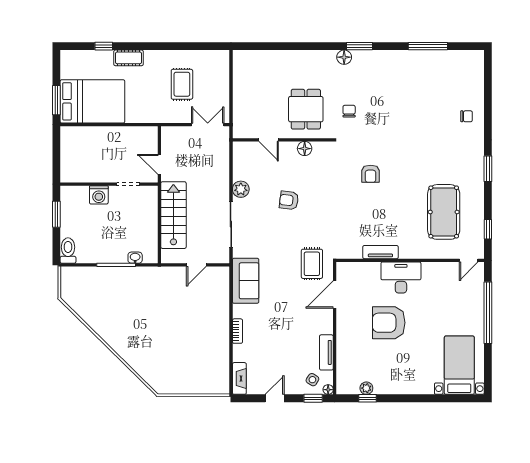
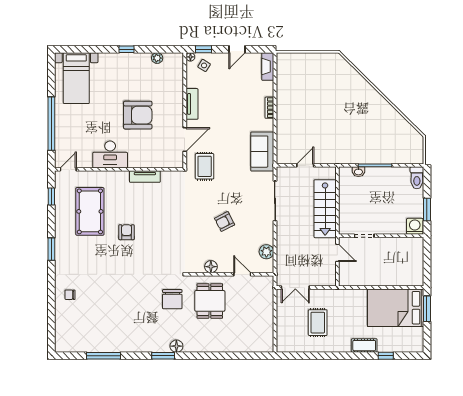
chair: (349, 111) -> (172, 299), width x1.87, depth x1.87
armchair: (371, 174) -> (127, 232), moved
plant: (241, 189) -> (266, 252), moved
washing machine: (99, 195) -> (415, 226), moved
armchair: (289, 200) -> (225, 222), turned 146
desk: (401, 277) -> (110, 154), moved
tv unit: (326, 352) -> (192, 104), moved
window: (368, 398) -> (126, 49), moved

